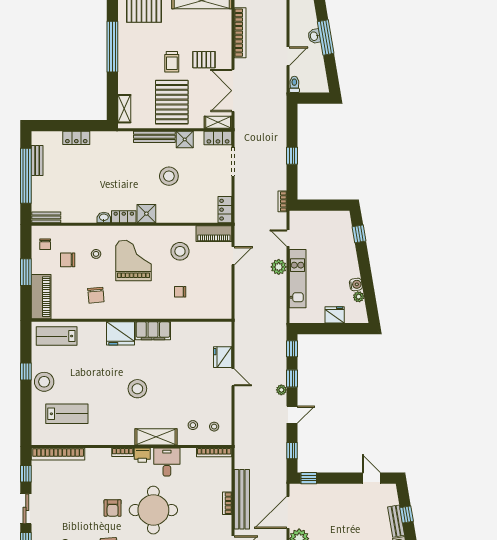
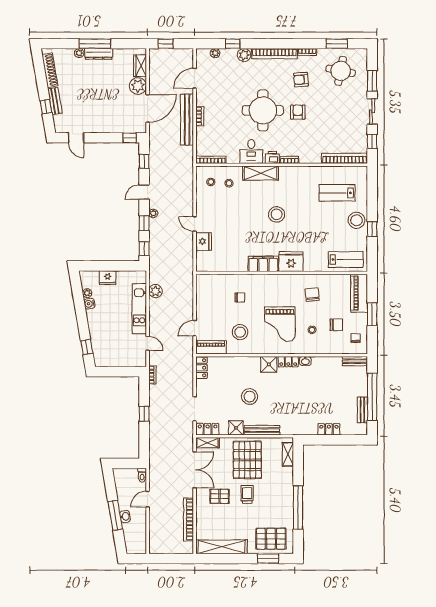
plant: (279, 267) -> (155, 291), moved

